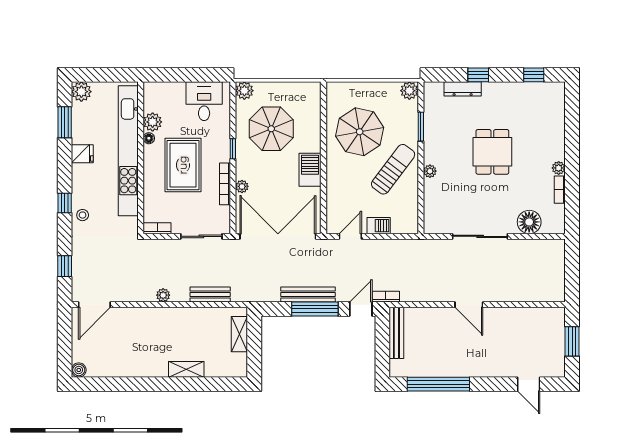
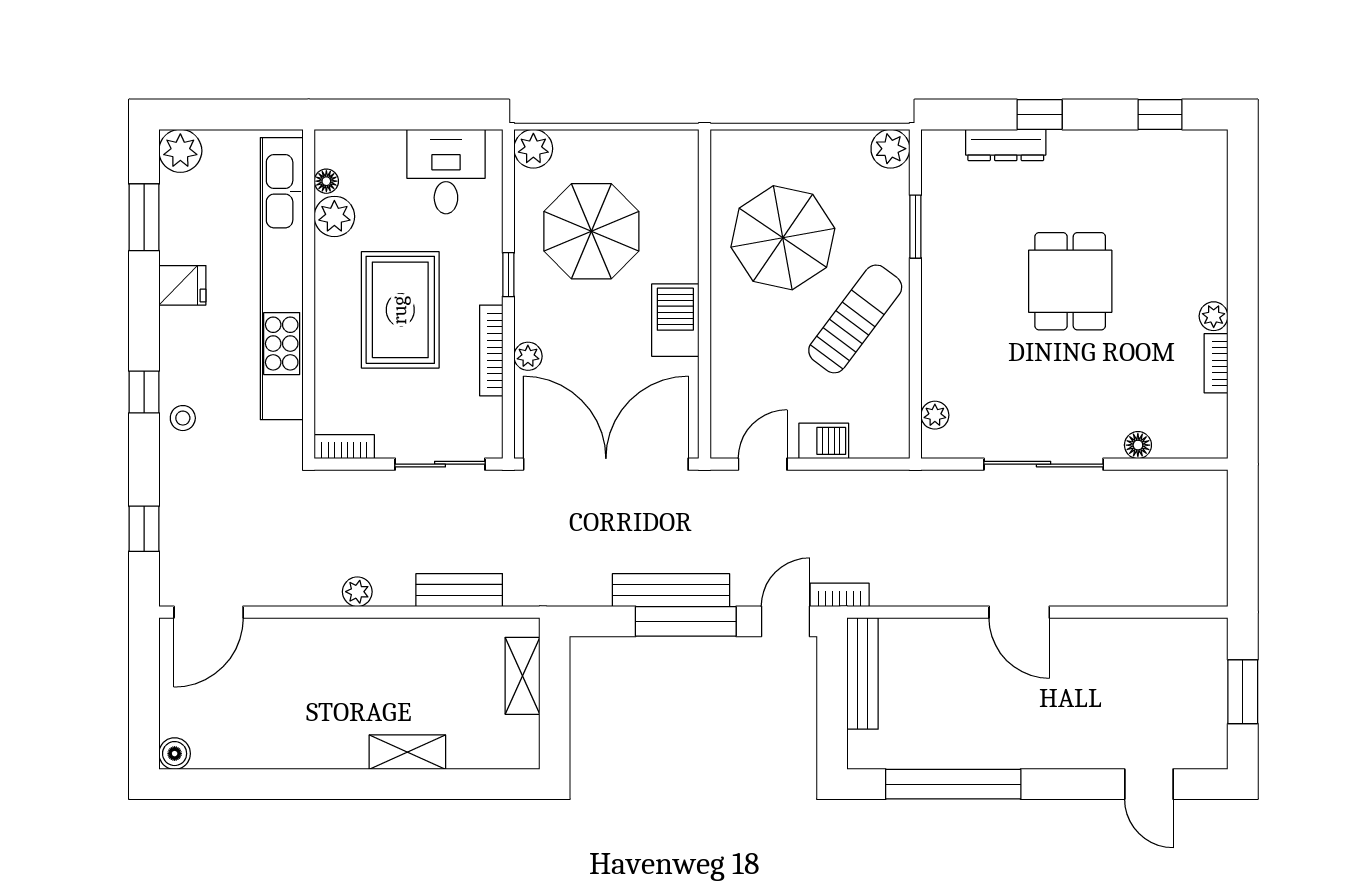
floor lamp: (149, 138) -> (326, 181), moved
plant: (430, 171) -> (935, 415), moved
floor lamp: (529, 222) -> (1138, 445), width x0.53, depth x0.53

